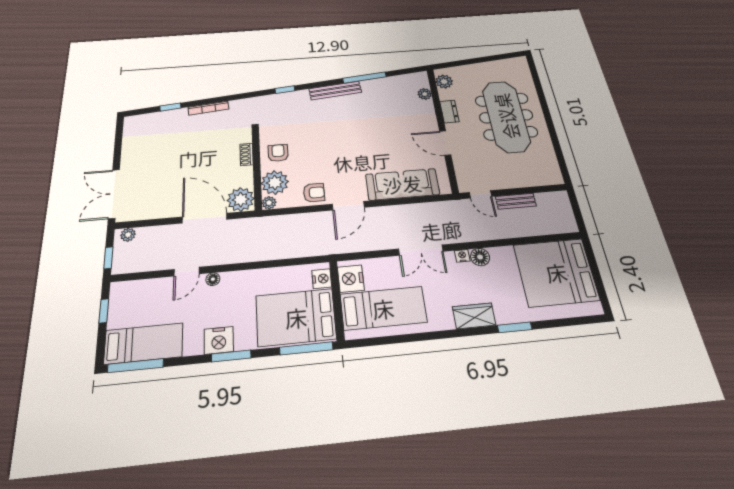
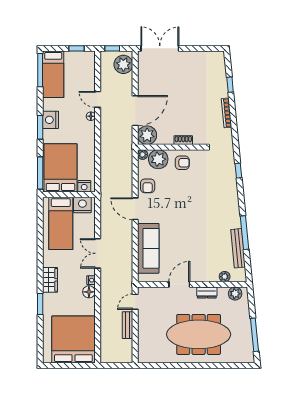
window: (491, 58) -> (254, 335), added
bench: (335, 90) -> (238, 248), moved
plant: (128, 235) -> (123, 64), width x1.87, depth x1.87

